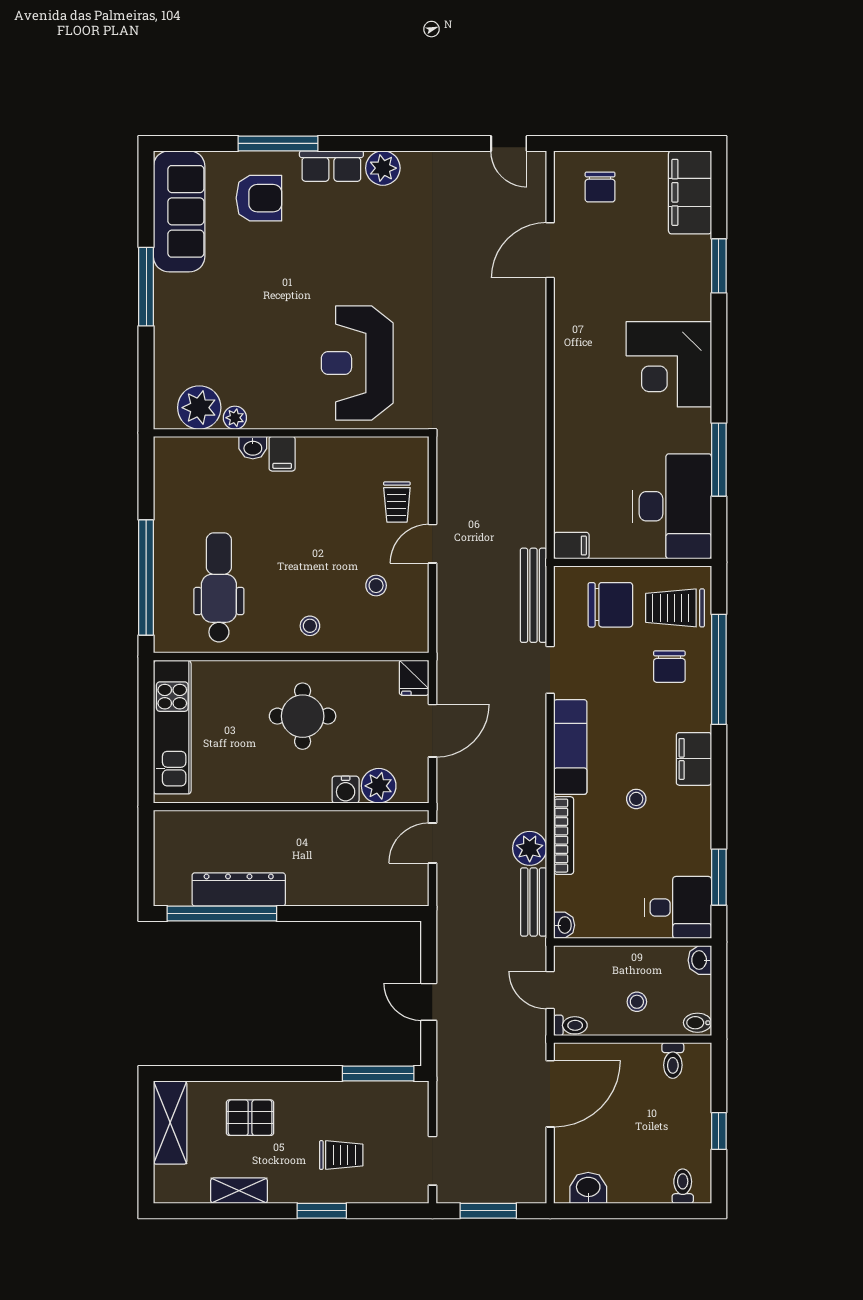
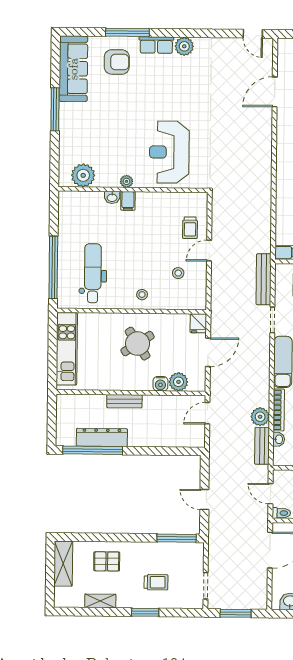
plant: (235, 418) -> (126, 181), moved
round table: (303, 716) -> (138, 344), turned -33
bench: (280, 823) -> (124, 401), added
washbasin: (564, 925) -> (279, 439), moved

